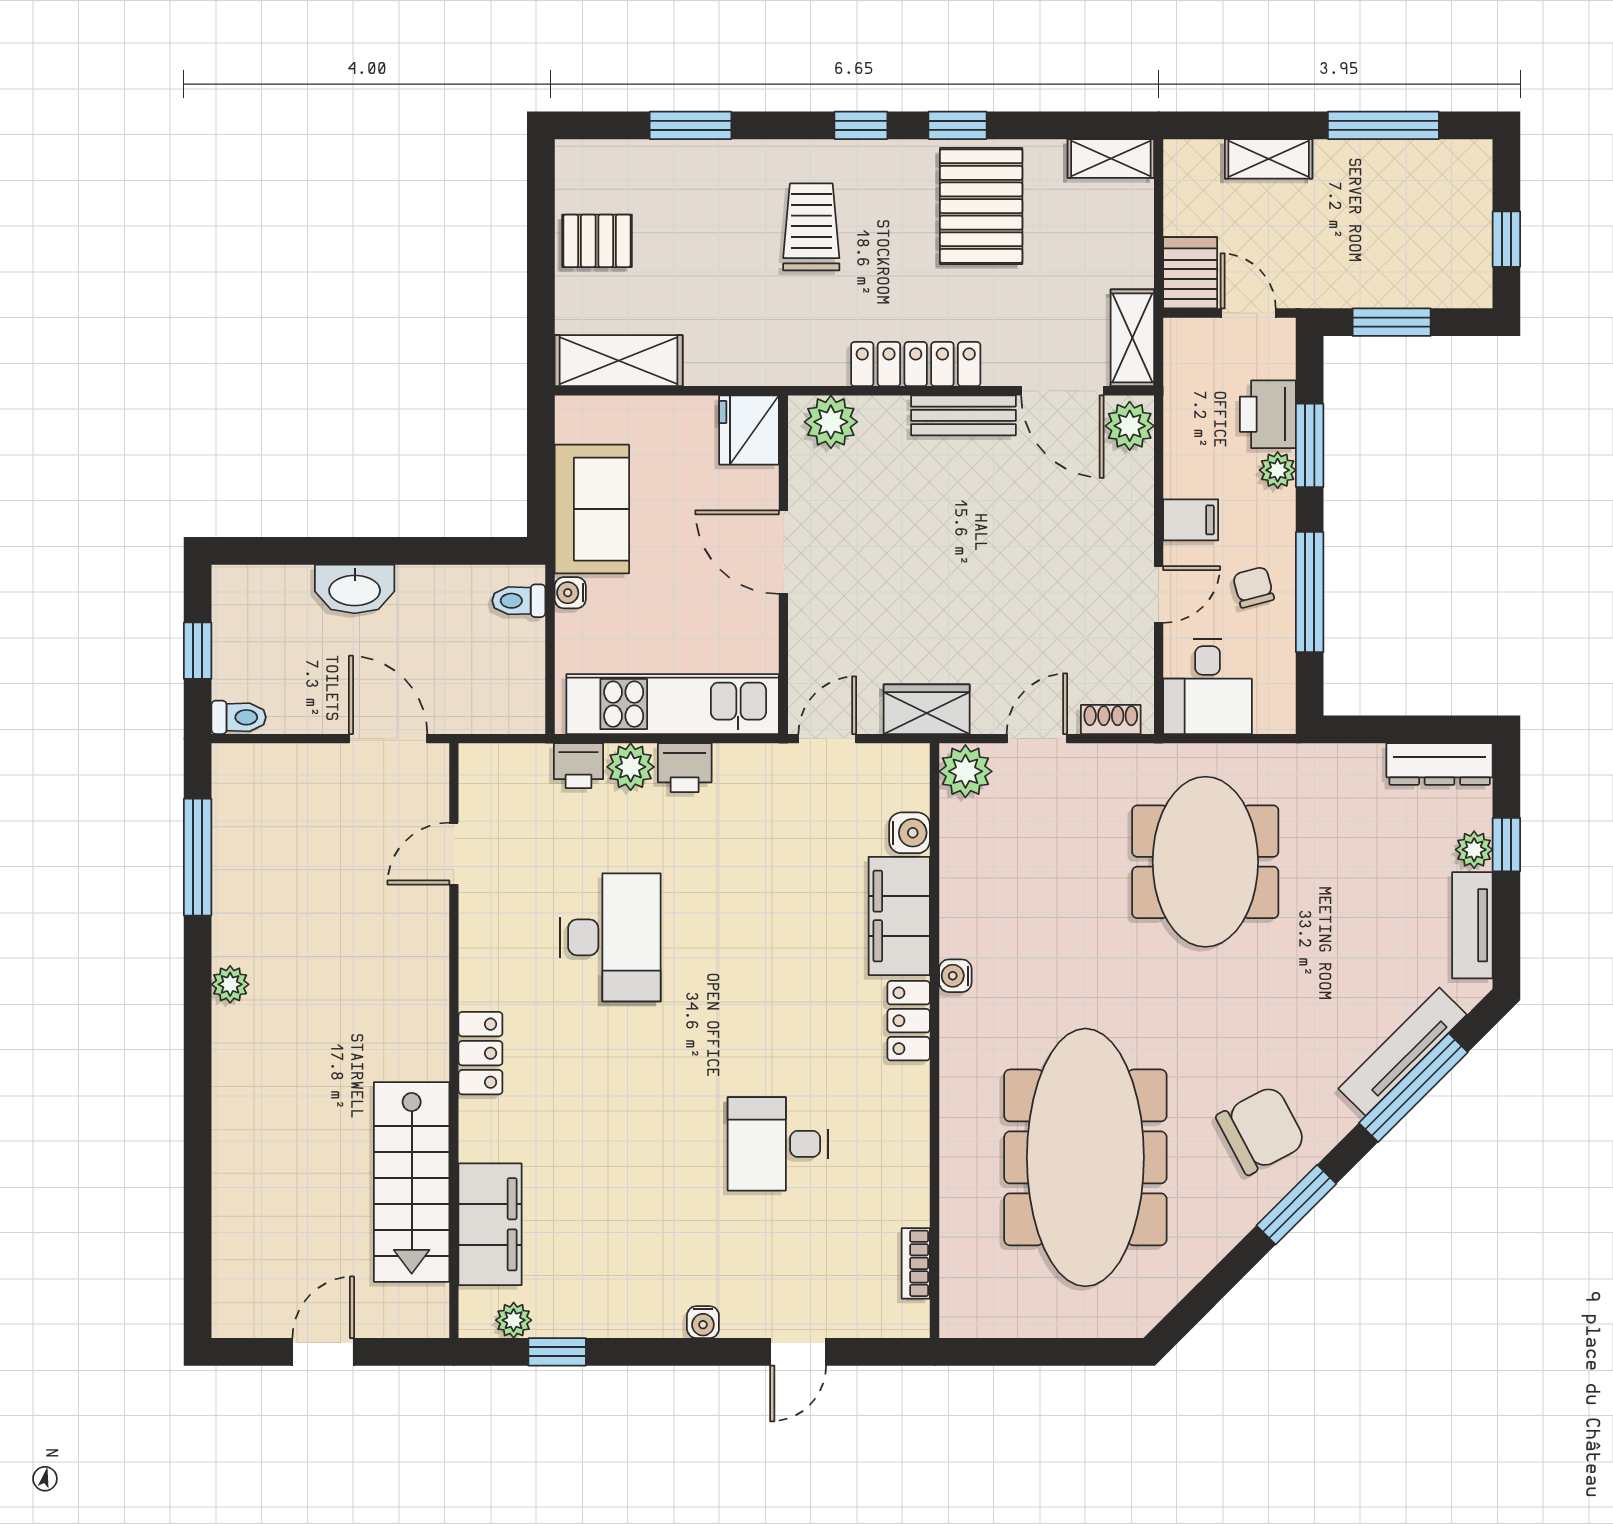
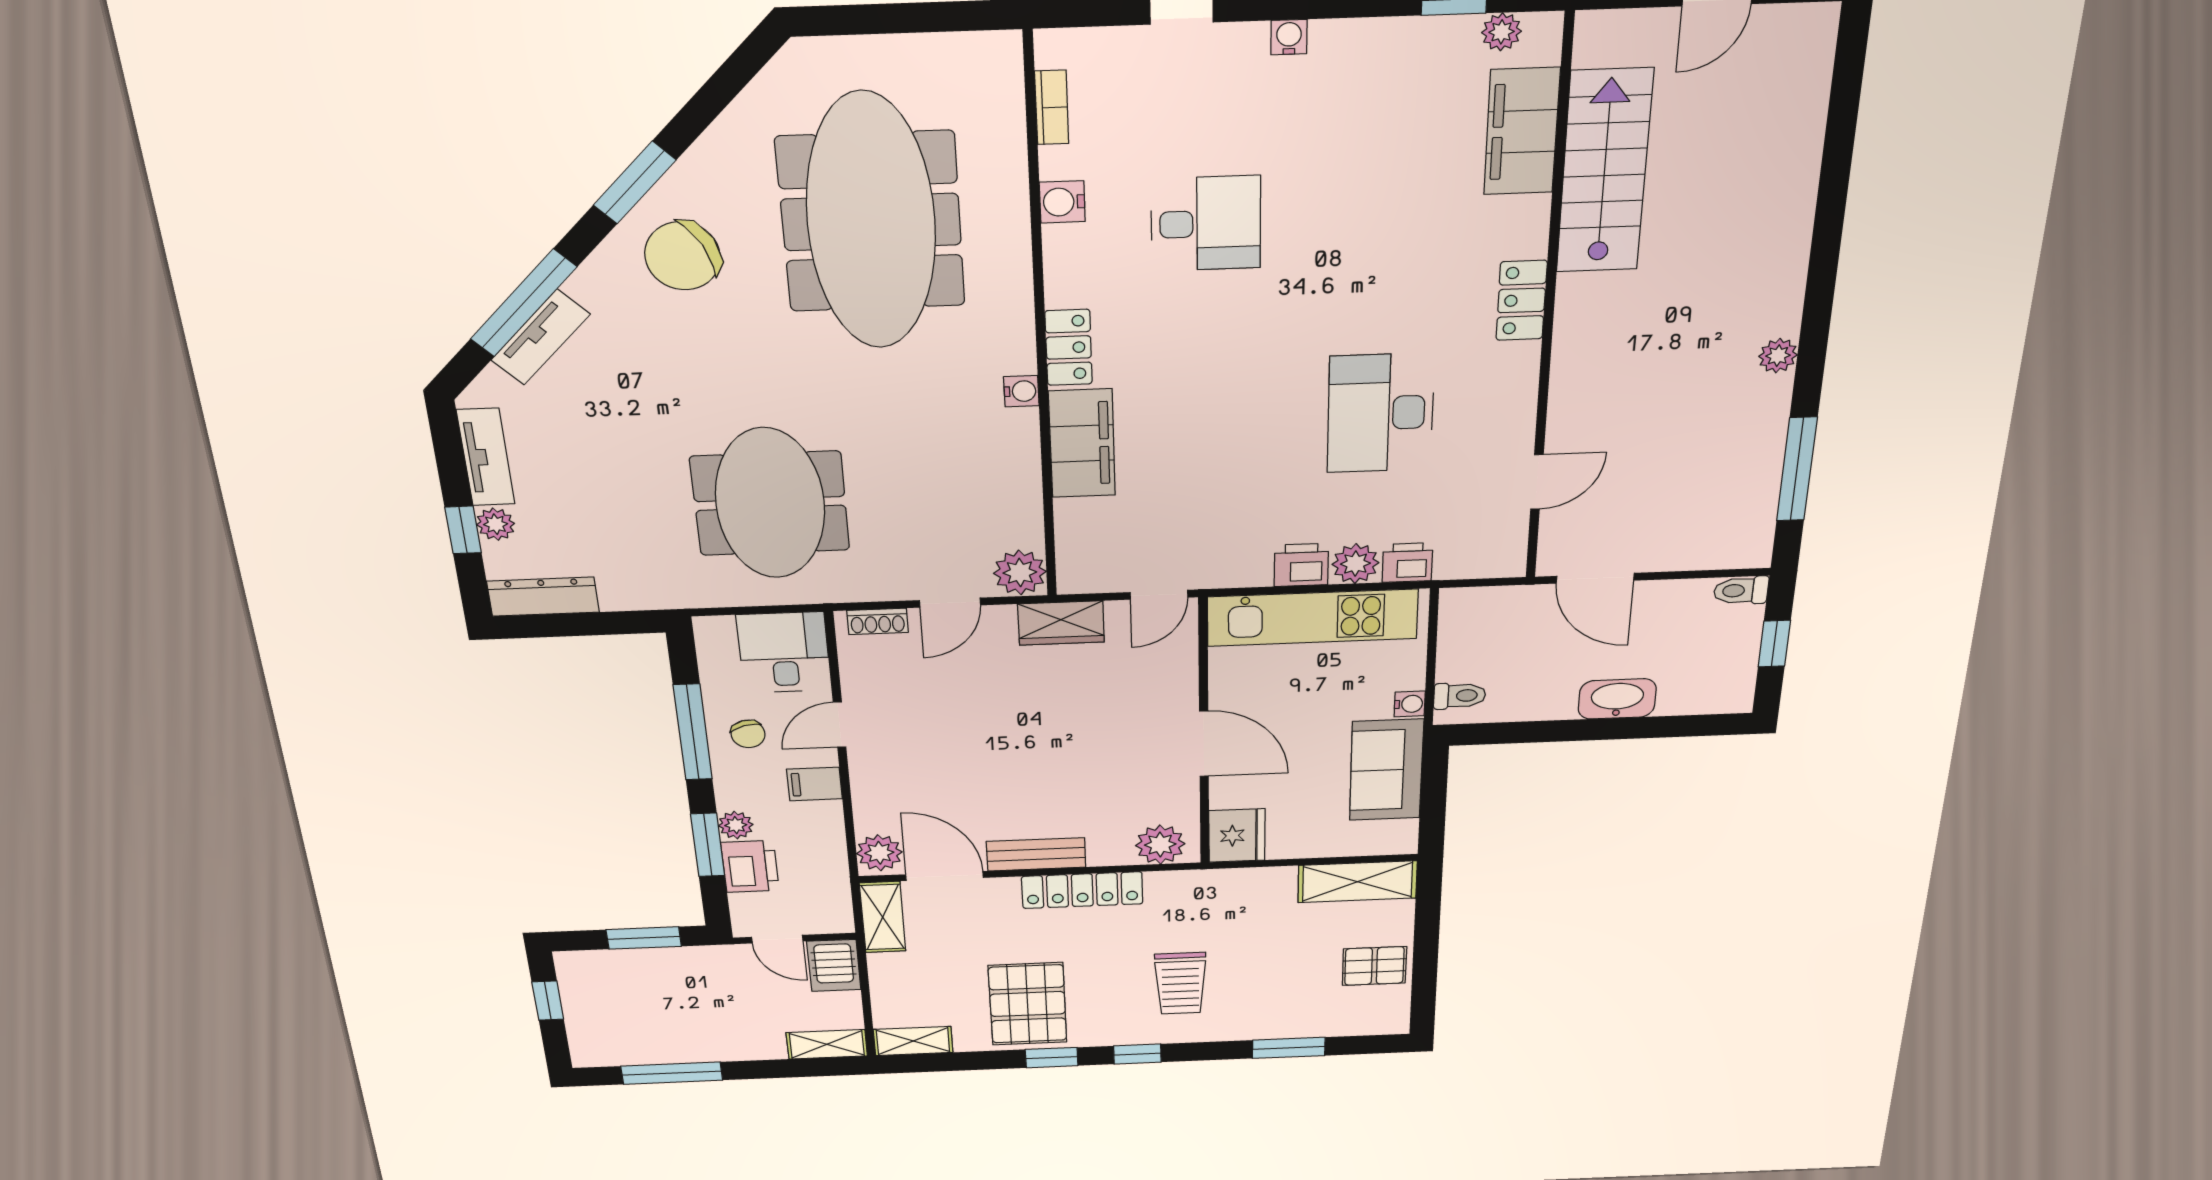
shelving: (1269, 159) -> (827, 1044), moved
water cooler: (909, 833) -> (1062, 202), moved
tv unit: (1403, 1052) -> (540, 337), width x0.71

